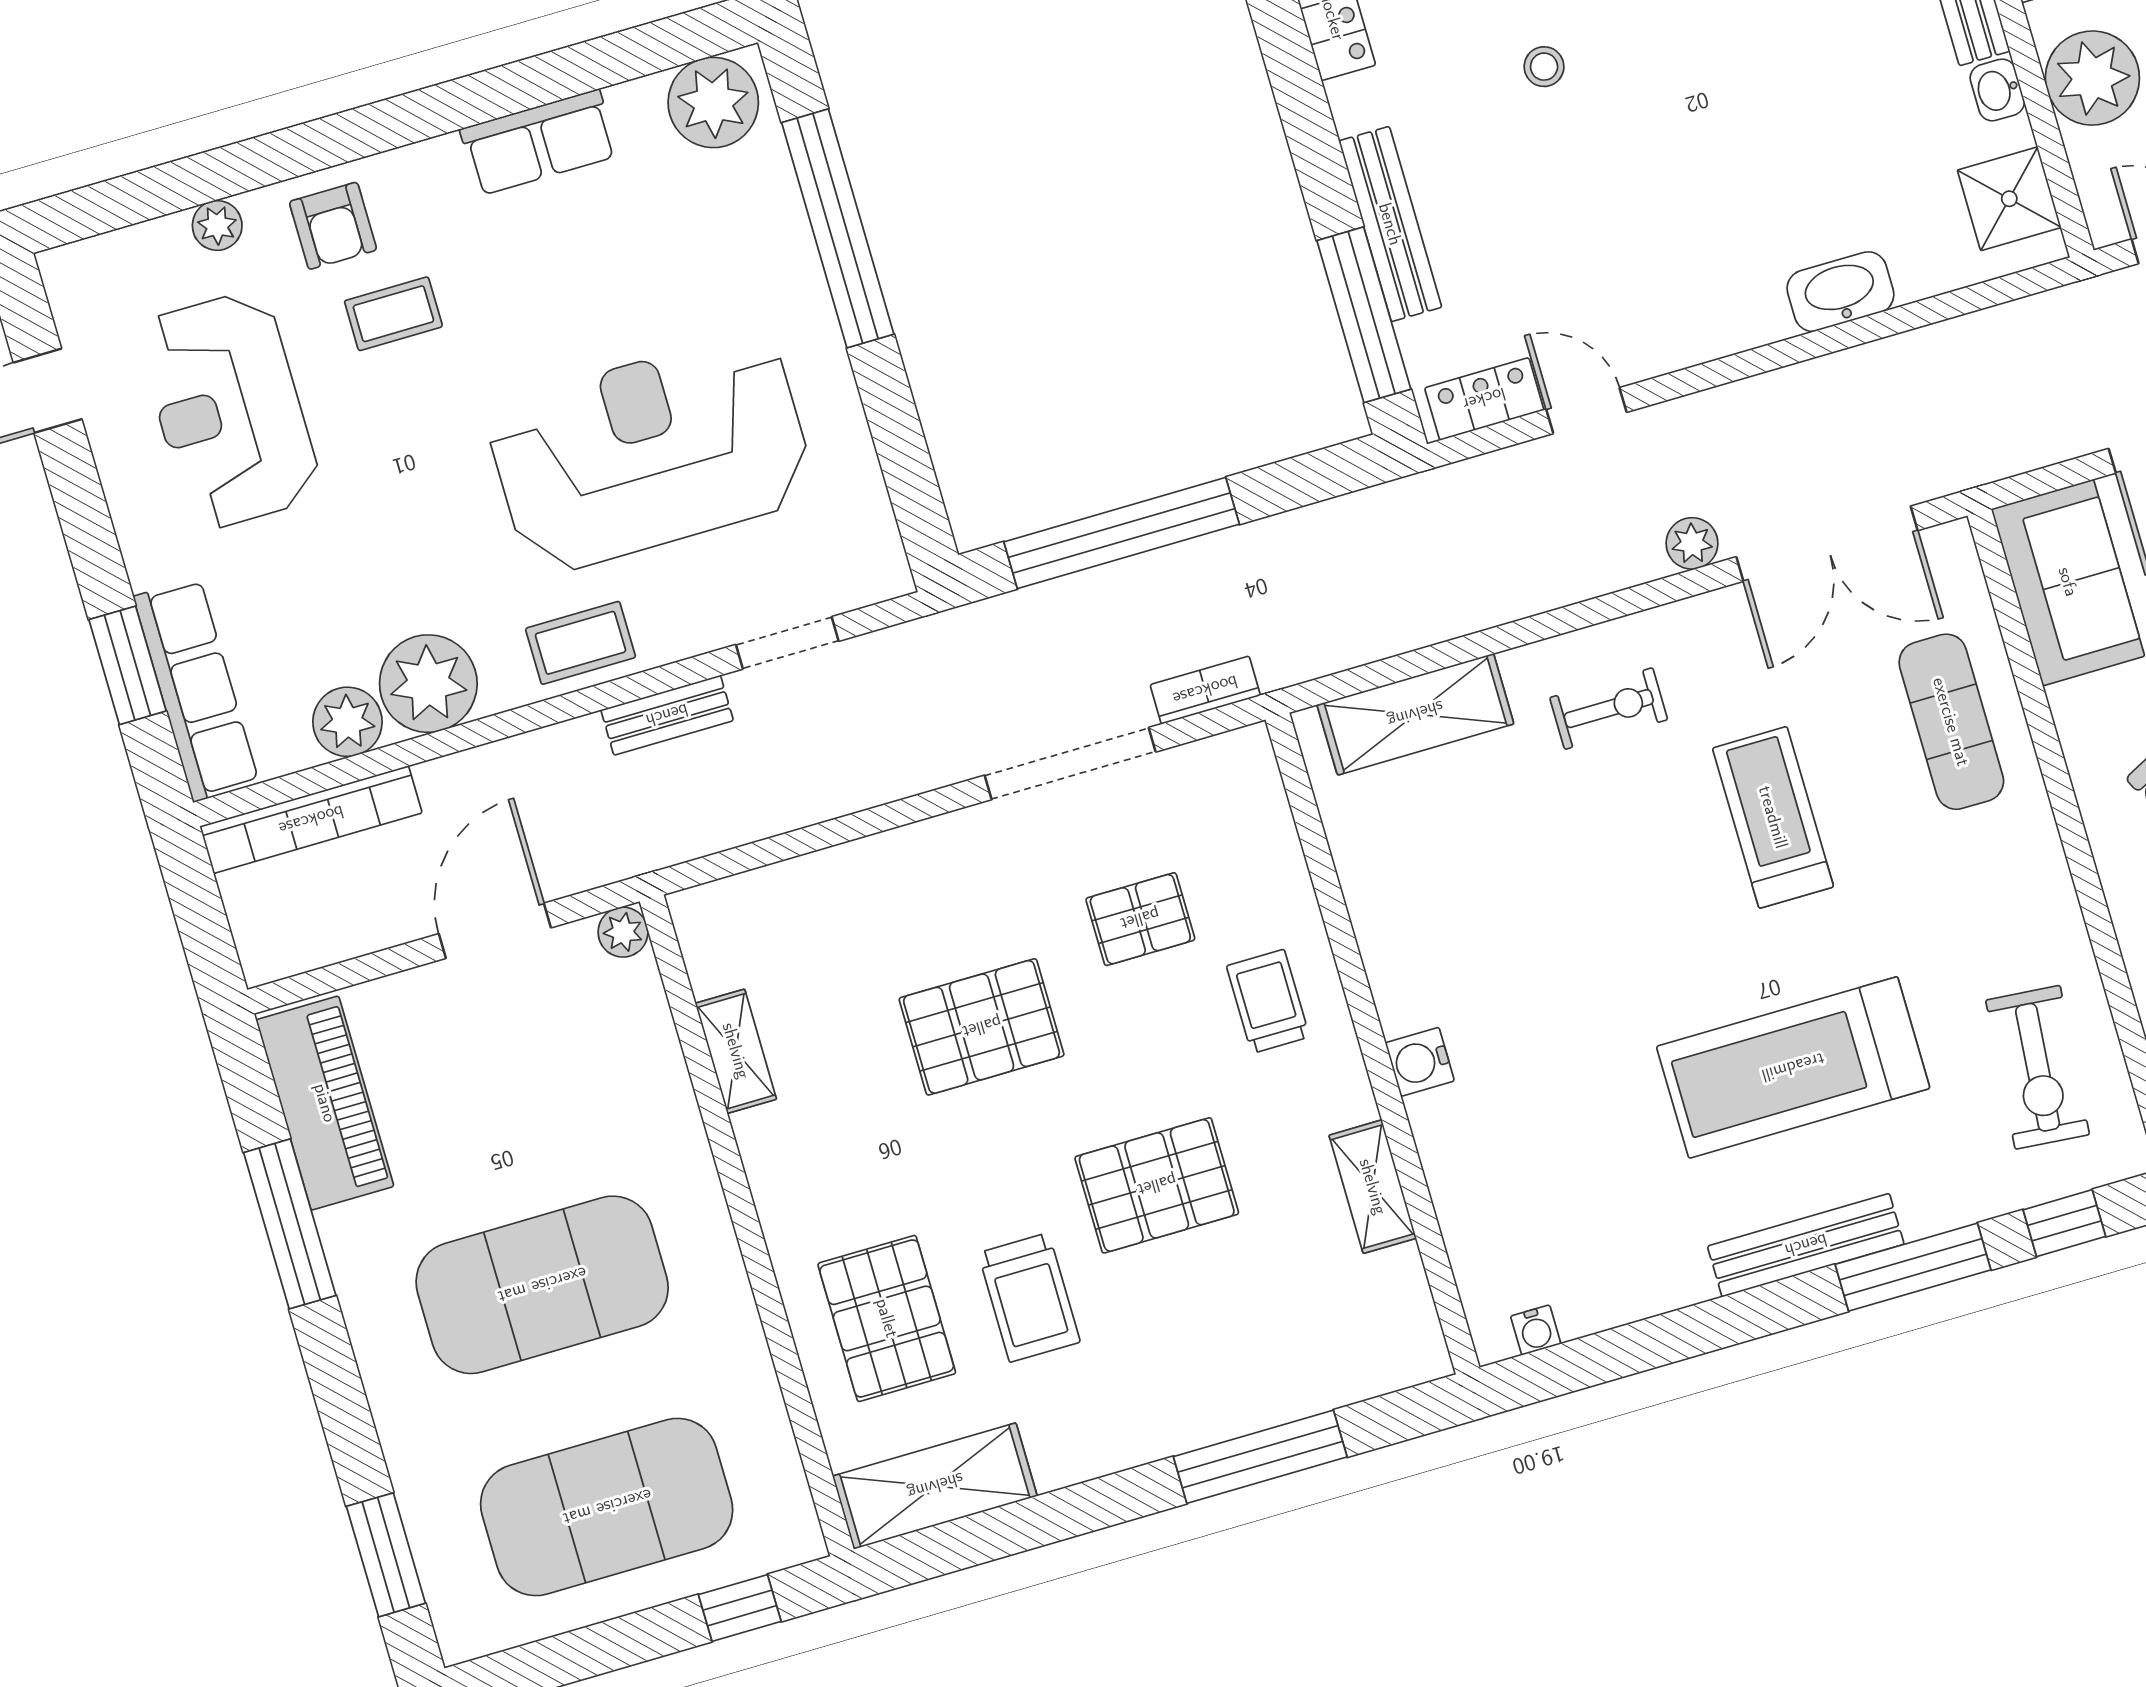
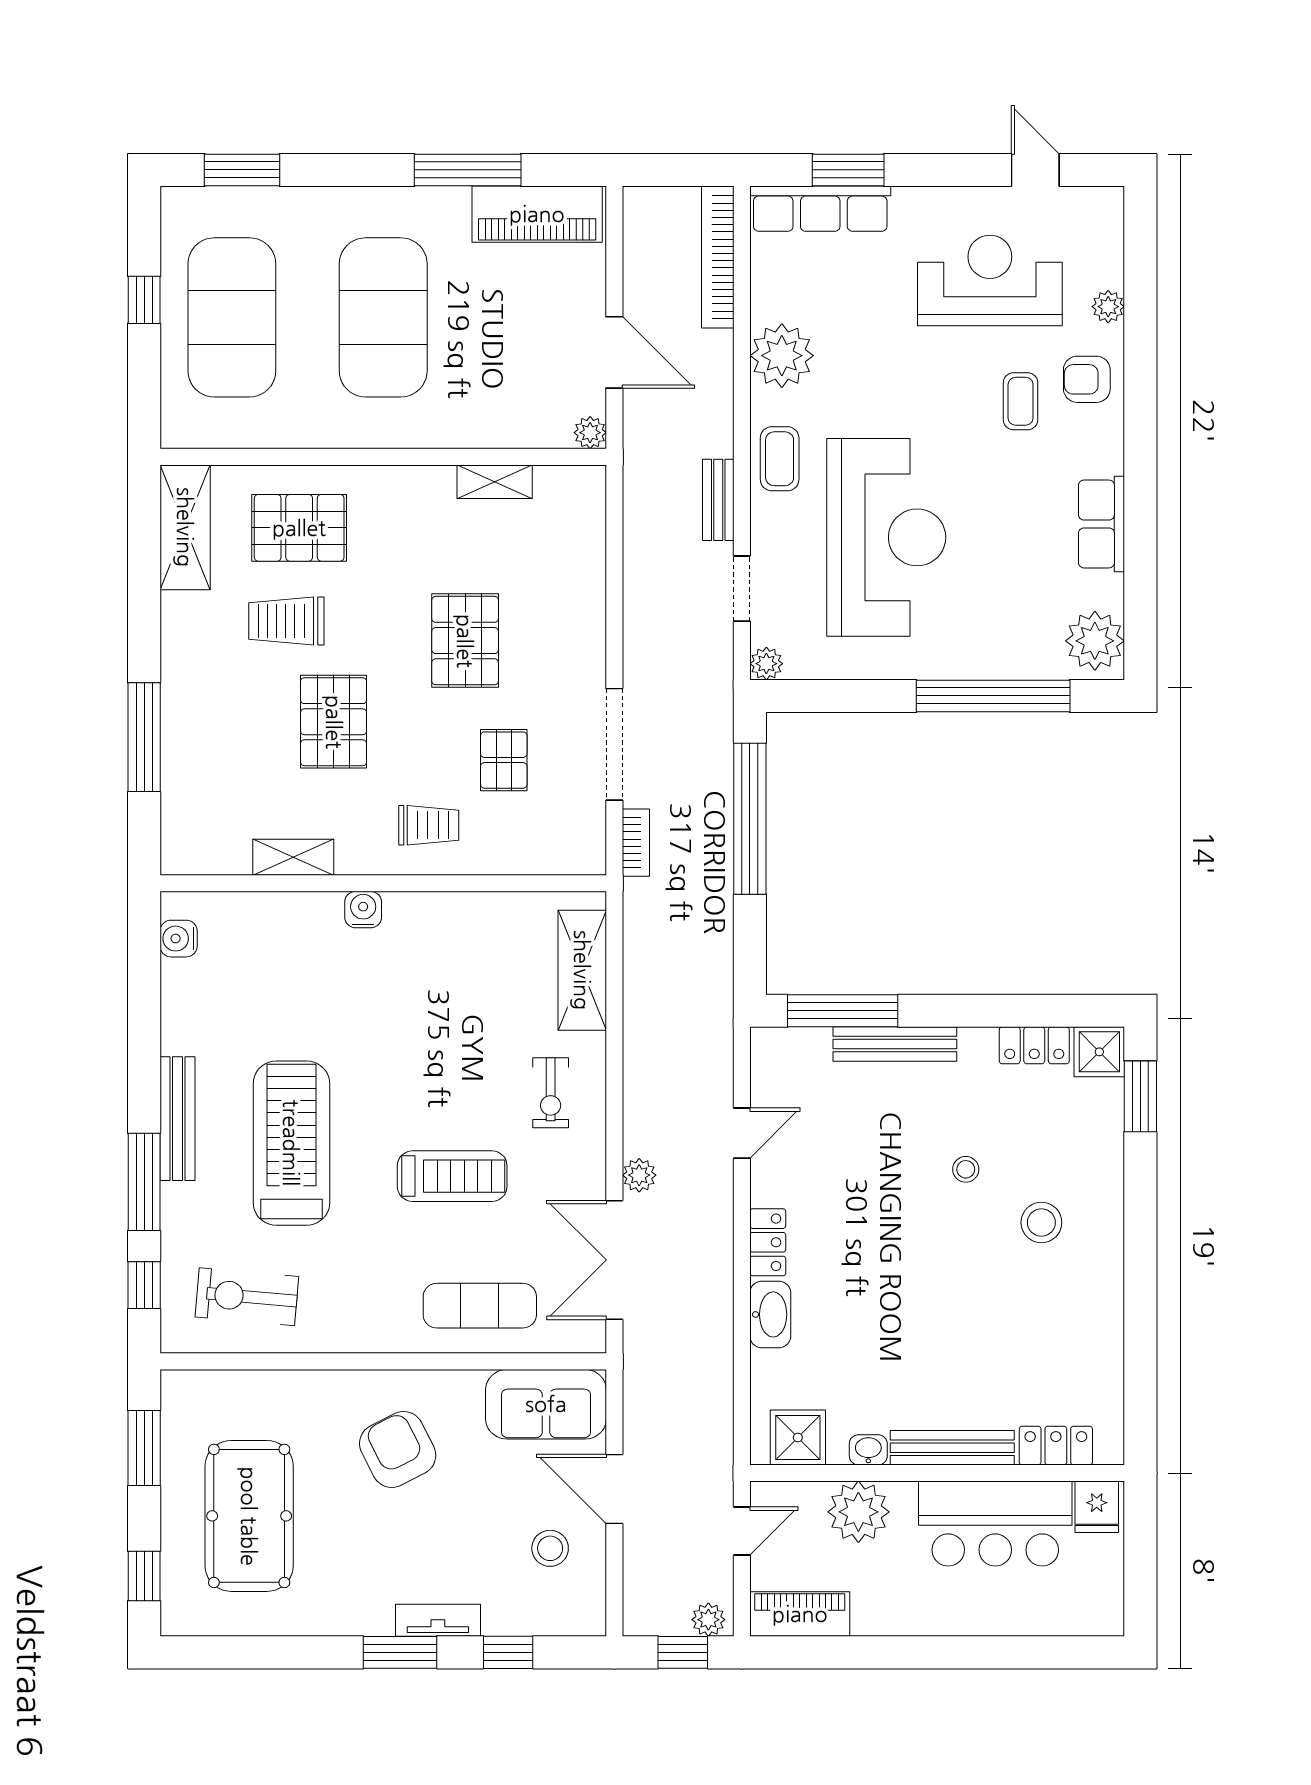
locker: (1484, 399) -> (768, 1242), moved
plant: (347, 722) -> (766, 664), moved, width x0.73, depth x0.73
water cooler: (1536, 1330) -> (179, 939), width x1.38, depth x1.38
window: (740, 1608) -> (144, 300), moved

